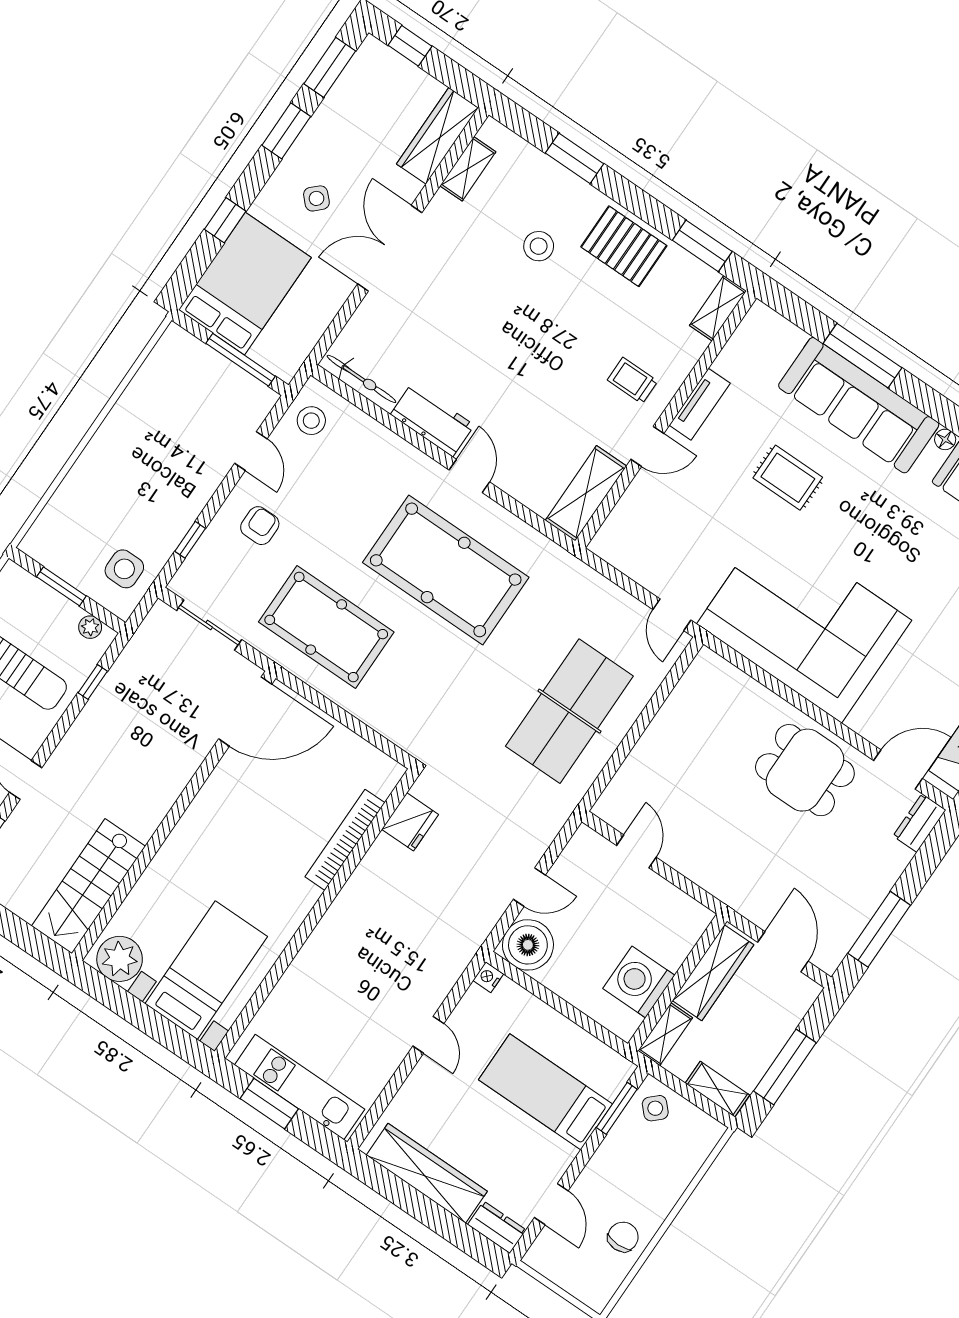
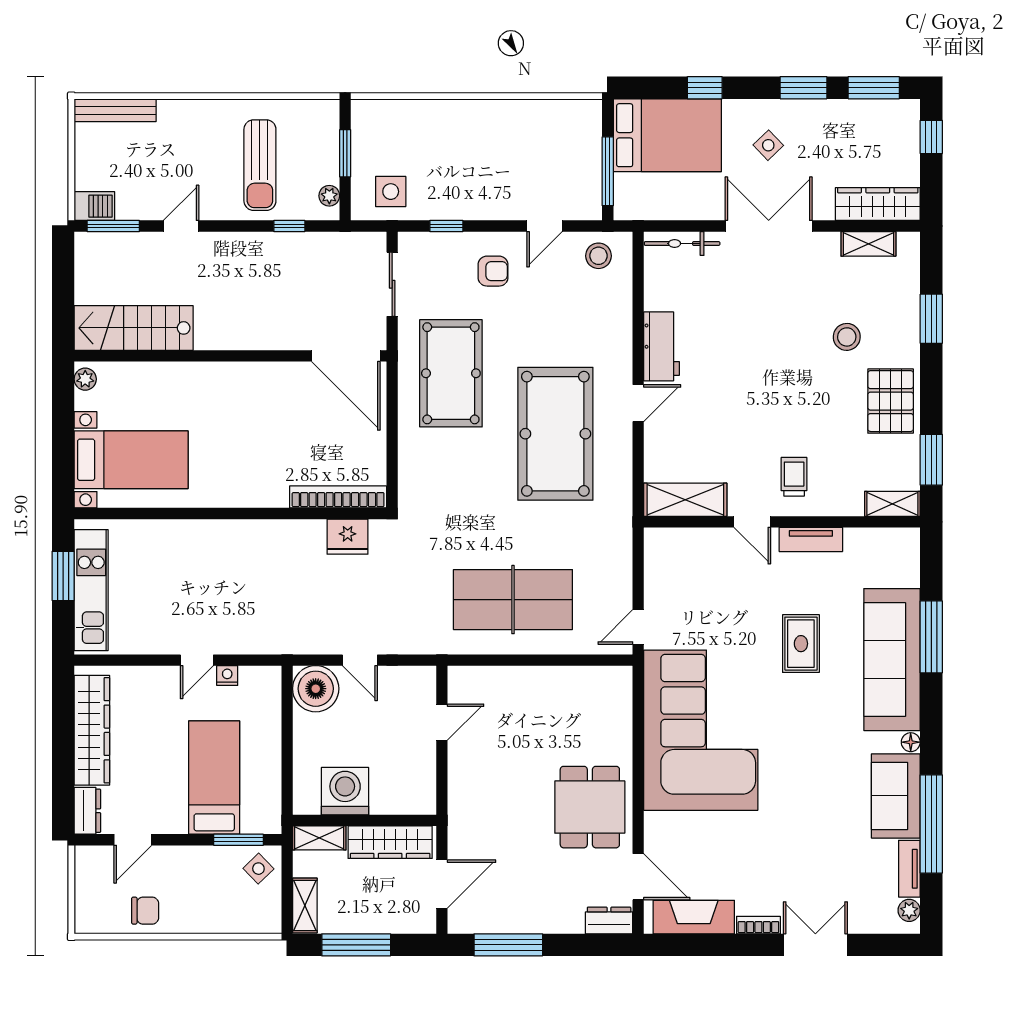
bicycle: (361, 379) -> (682, 243), moved, turned 90
bookcase: (345, 840) -> (338, 497), moved
plant: (120, 959) -> (85, 379), width x0.53, depth x0.53
nightstand: (488, 977) -> (227, 675), moved

